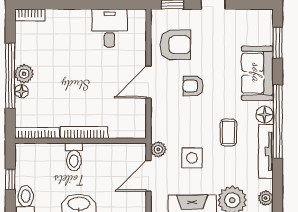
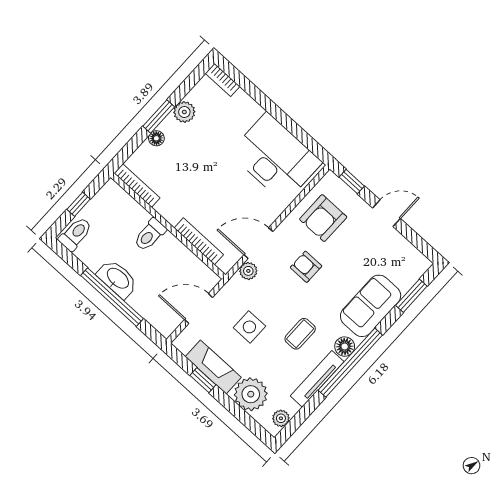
desk: (109, 28) -> (276, 158), width x1.87, depth x1.30
armchair: (175, 45) -> (323, 218), turned 90
plant: (24, 74) -> (184, 112), moved
window: (10, 76) -> (159, 116), width x0.47
door: (148, 82) -> (258, 243), moved
bookcase: (84, 133) -> (199, 241), moved
plant: (158, 149) -> (248, 271), moved

